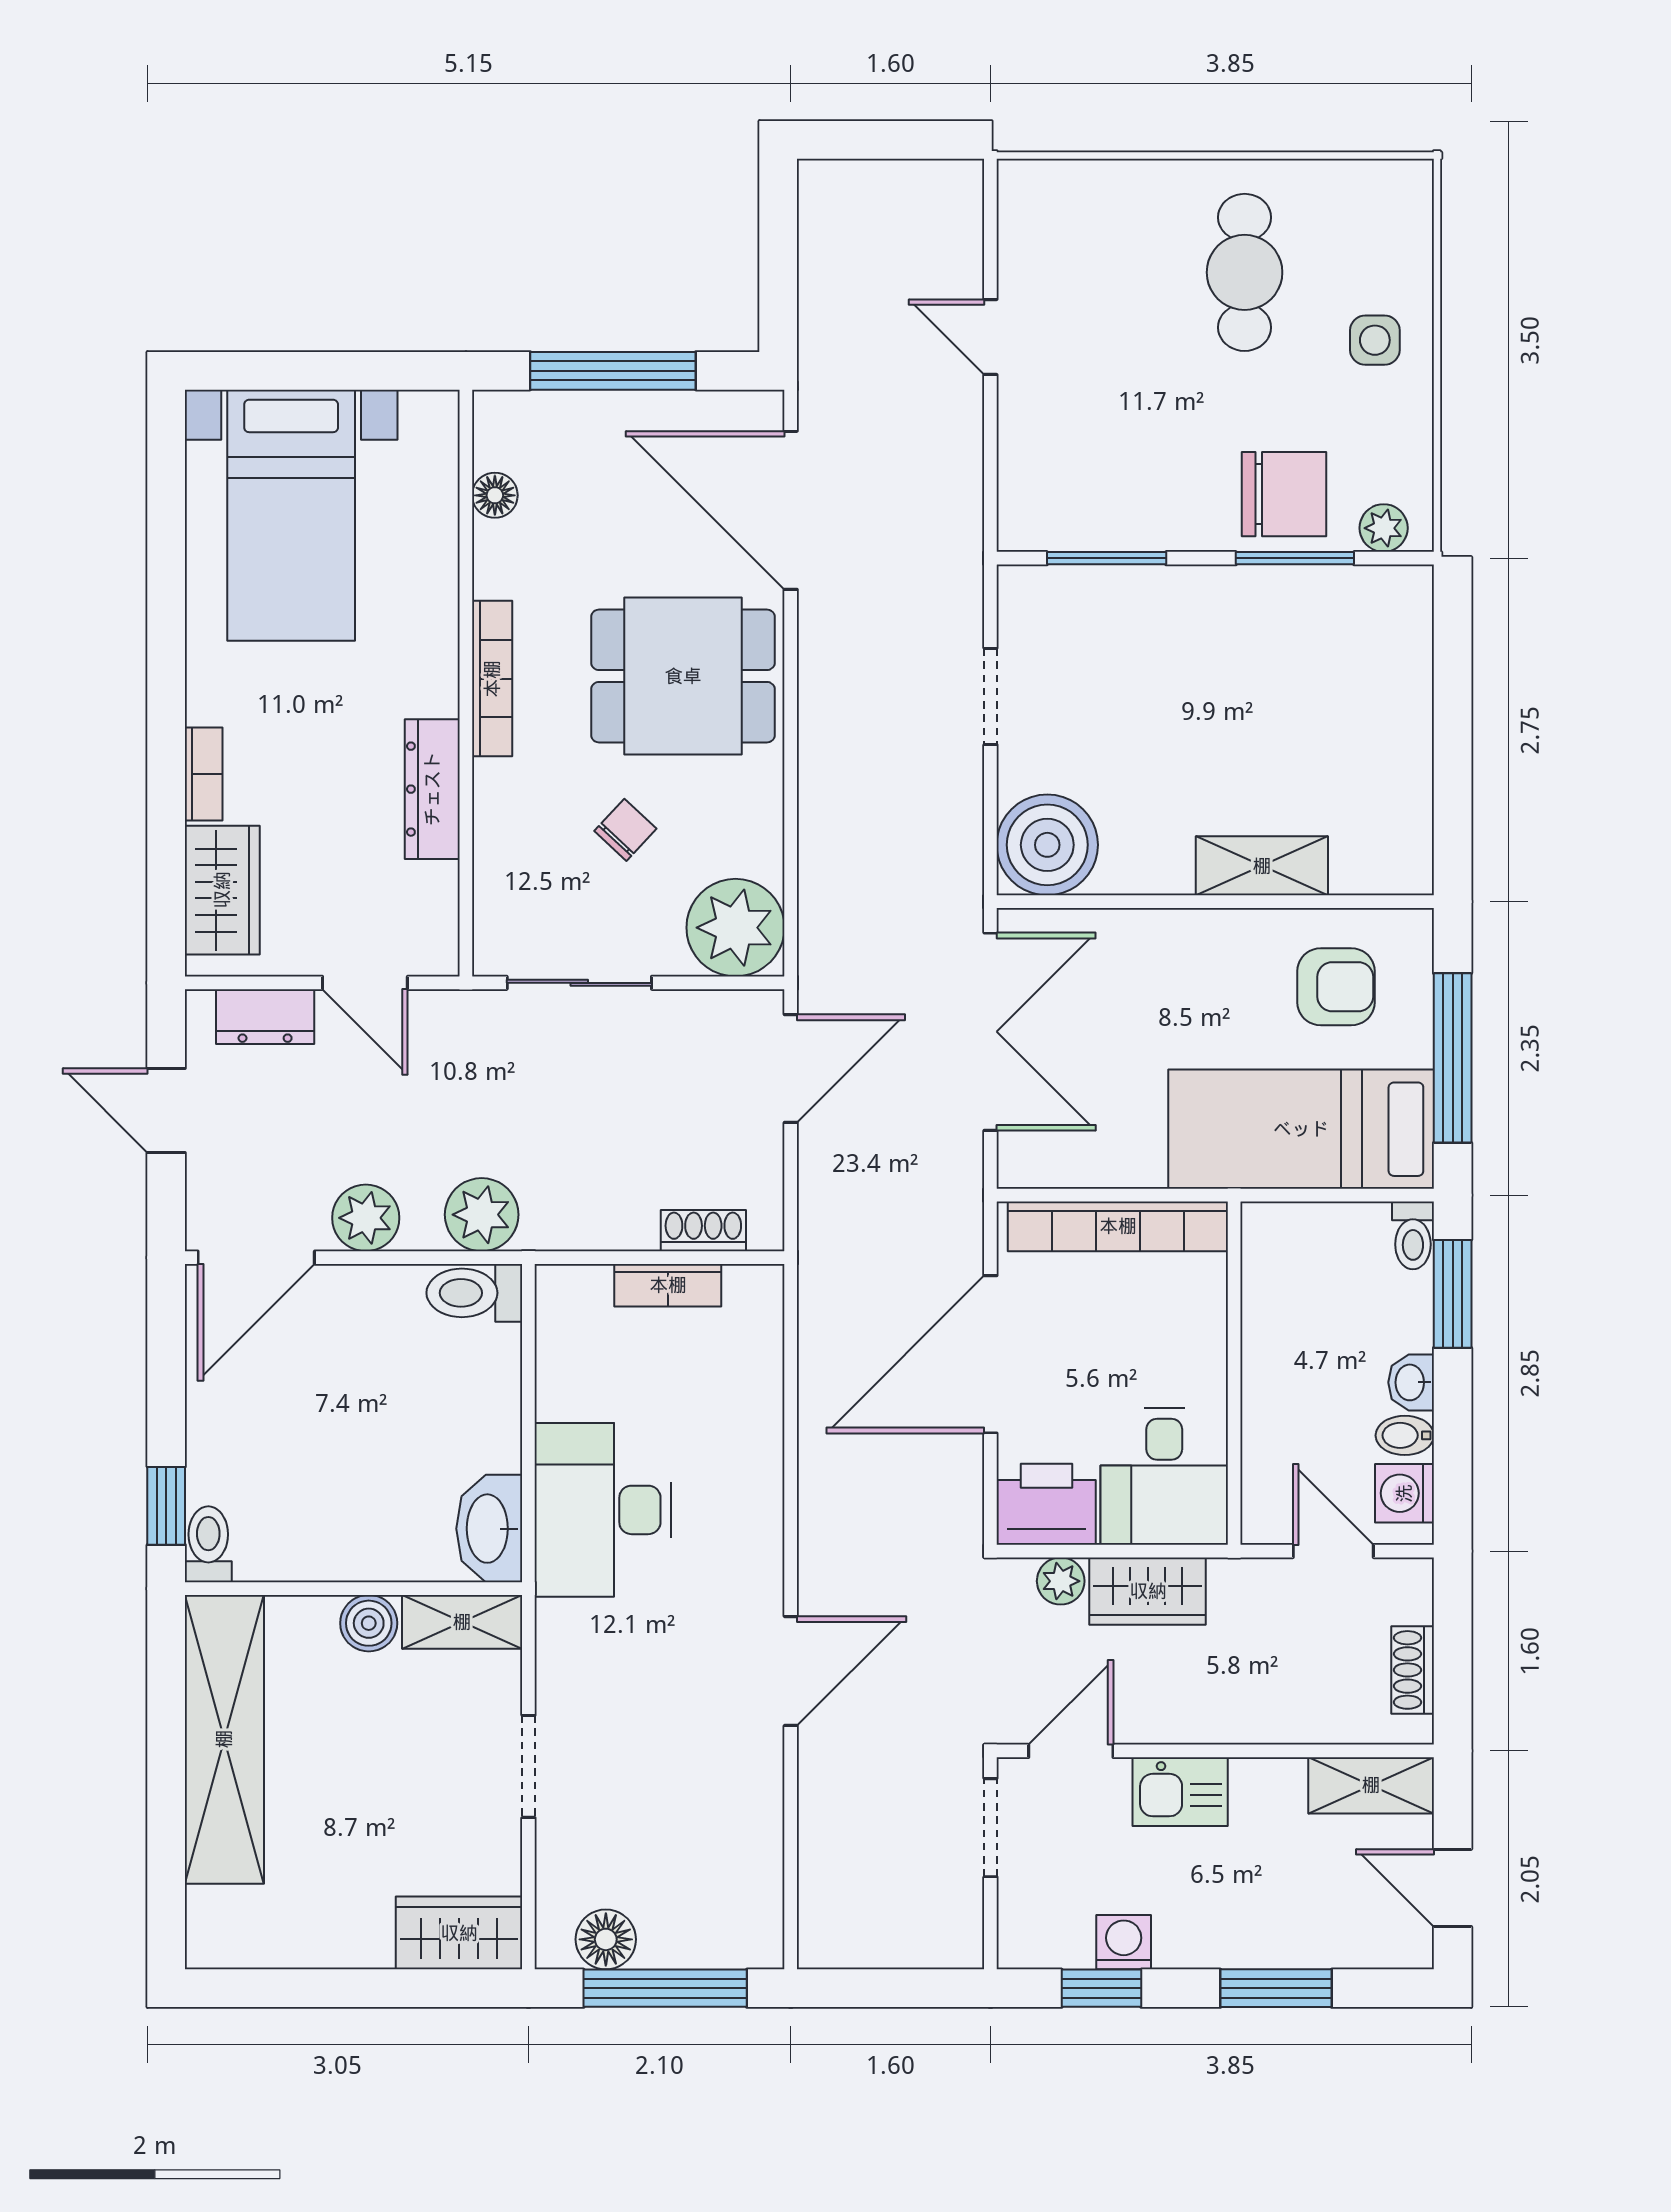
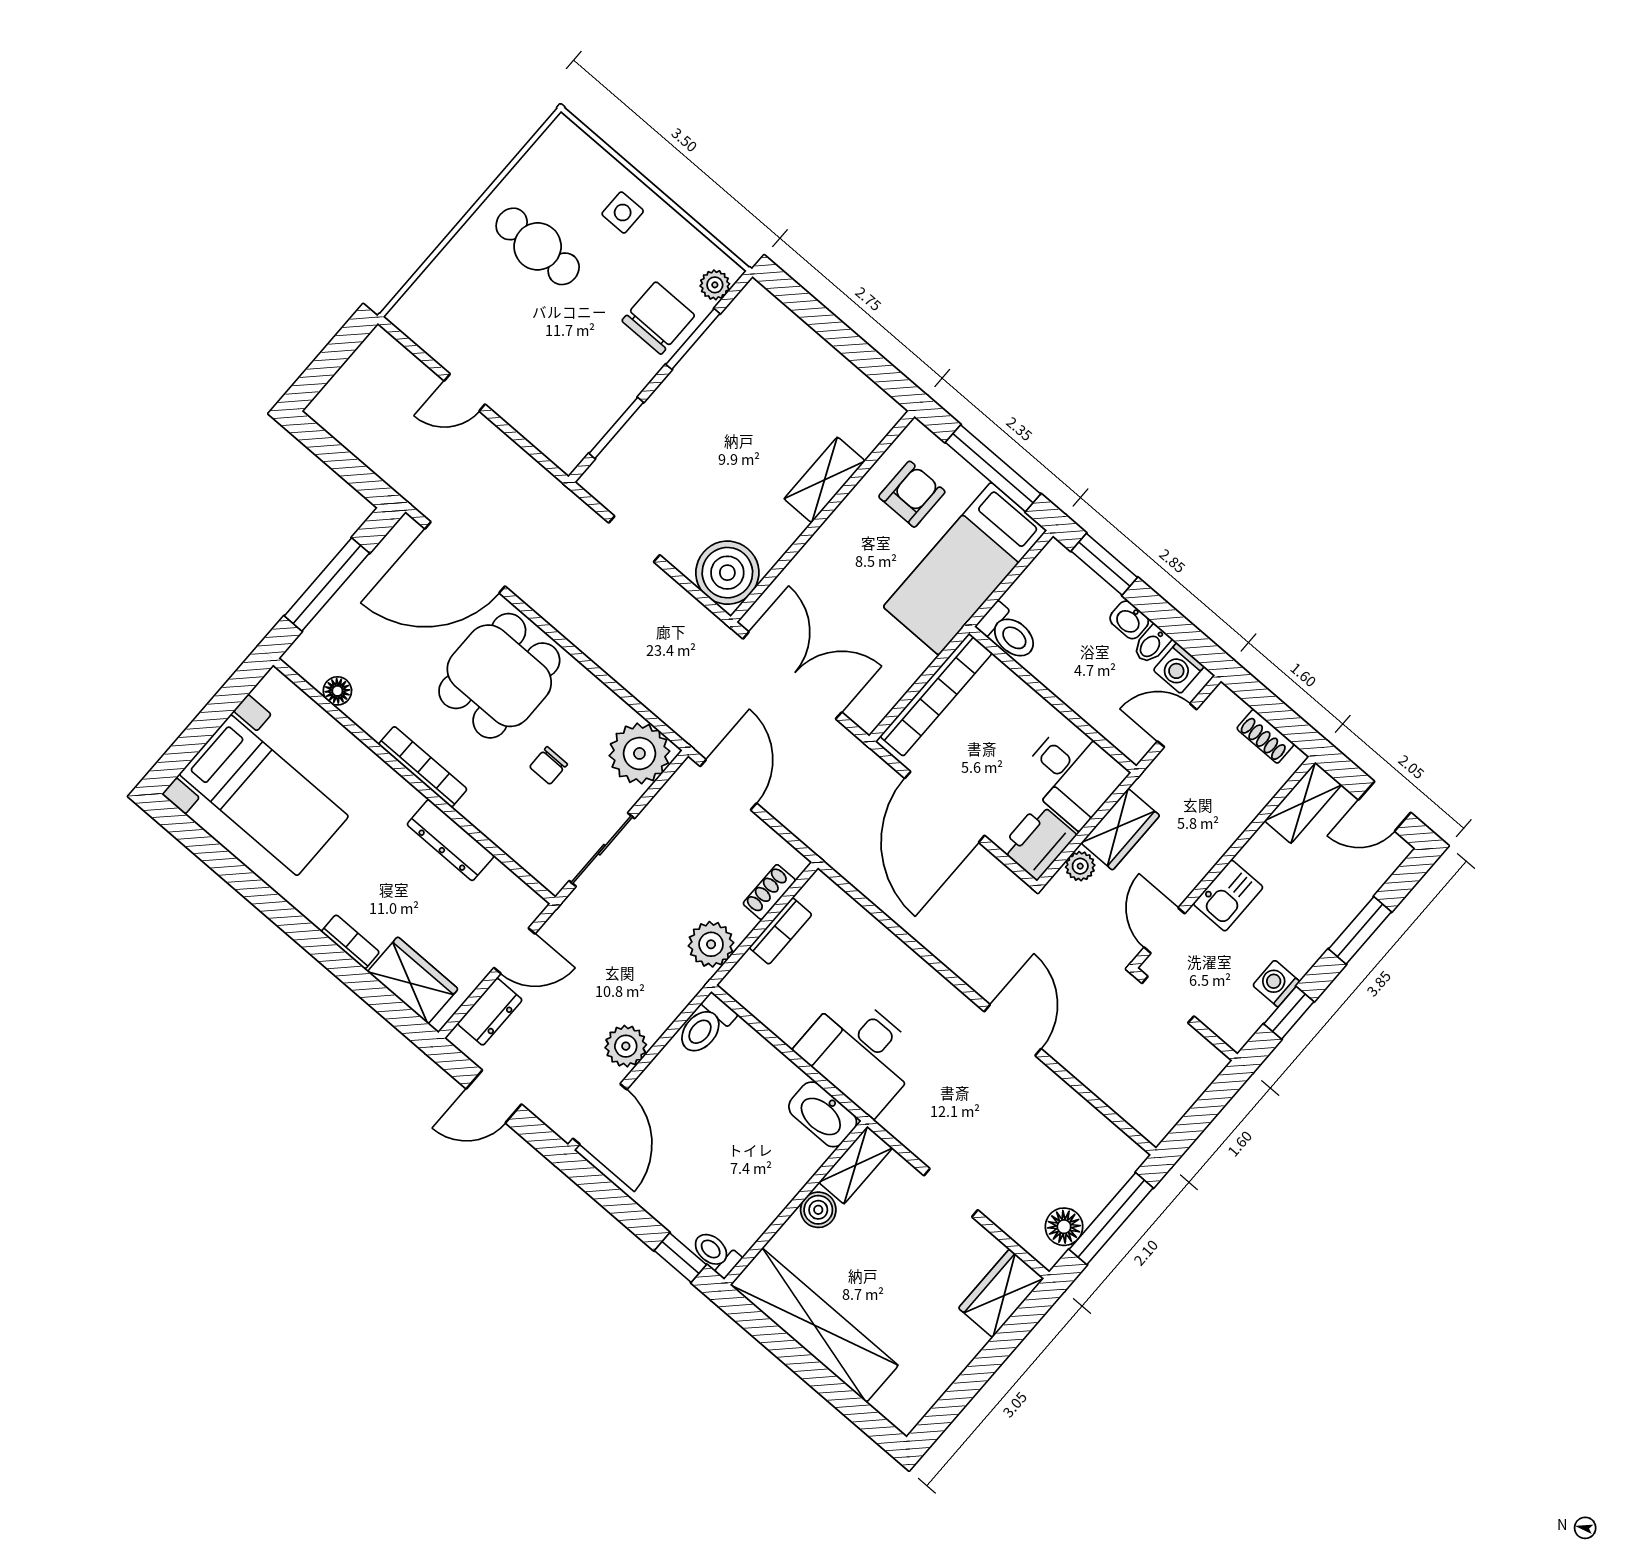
chair: (625, 830) -> (548, 766), turned -133
plant: (482, 1215) -> (711, 944), moved
toilet: (1413, 1235) -> (1008, 632), moved, width x1.37, depth x1.39

